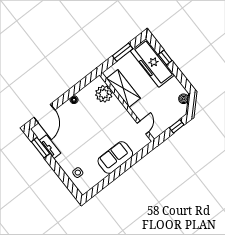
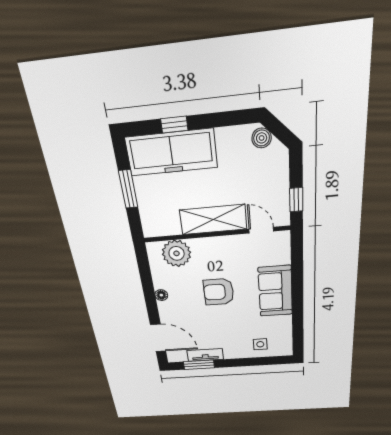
shelving: (123, 88) -> (213, 220), moved
window: (177, 126) -> (296, 200), moved
armchair: (96, 129) -> (219, 292), added

